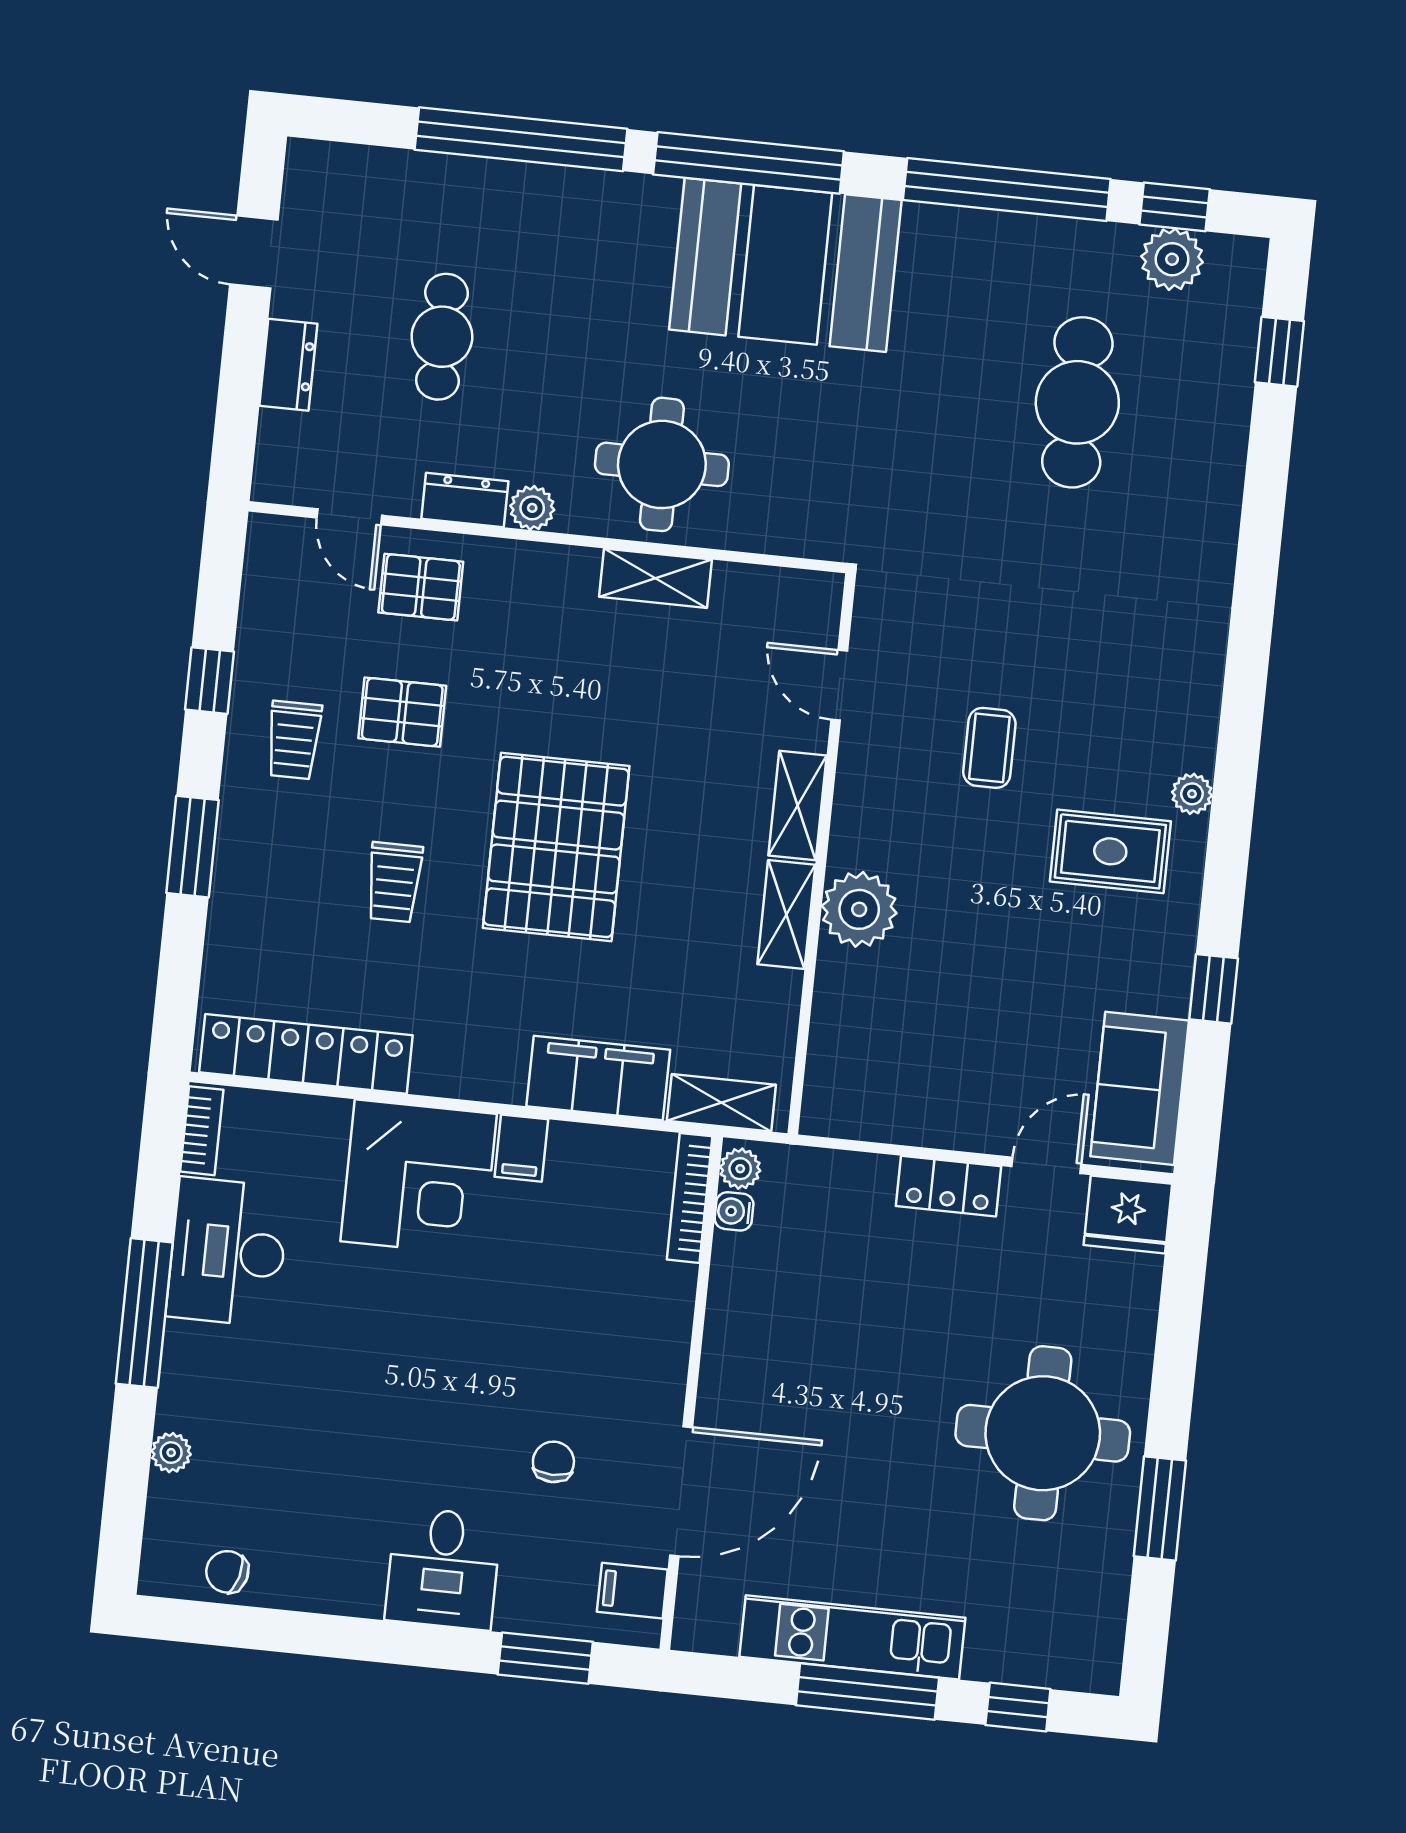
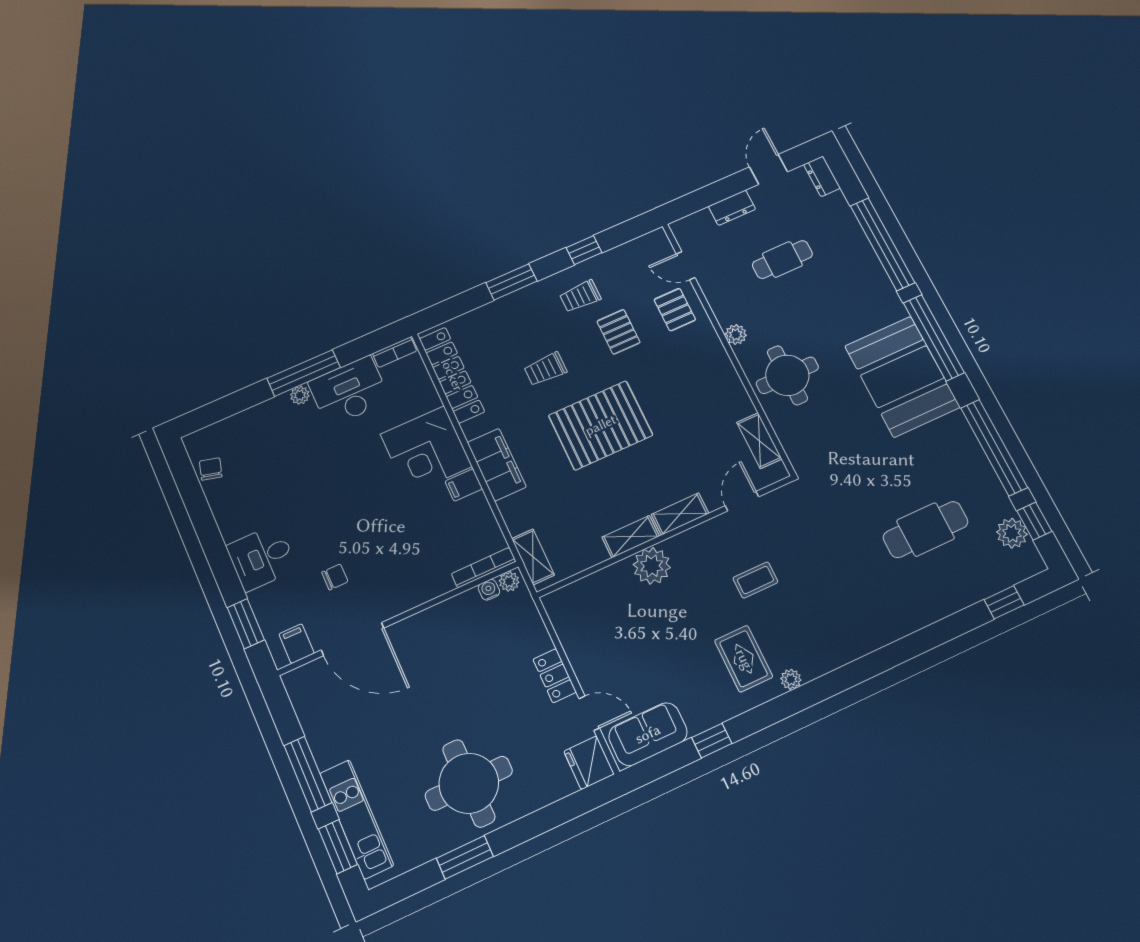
dresser: (465, 500) -> (822, 176), moved, turned 180
door: (349, 517) -> (686, 266), hinge flipped
shelving: (656, 578) -> (759, 441), moved
filing cabinet: (598, 1078) -> (497, 465), moved
plant: (171, 1453) -> (300, 395), moved
kitchen unit: (852, 1637) -> (357, 819), moved
window: (1018, 1707) -> (338, 847), width x1.50

